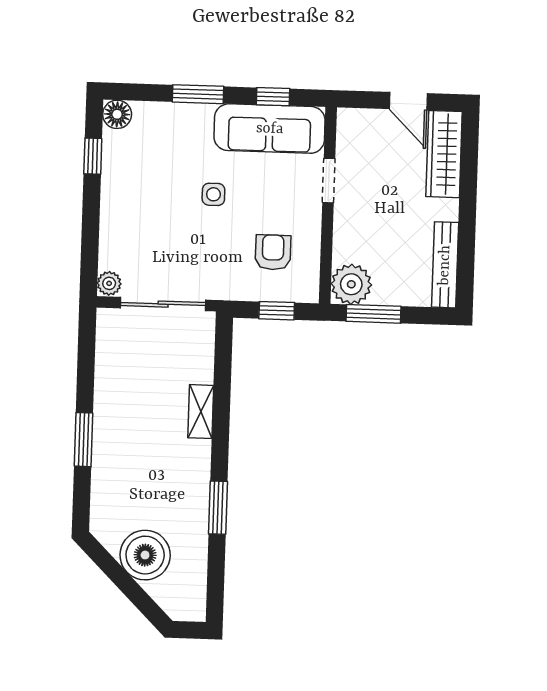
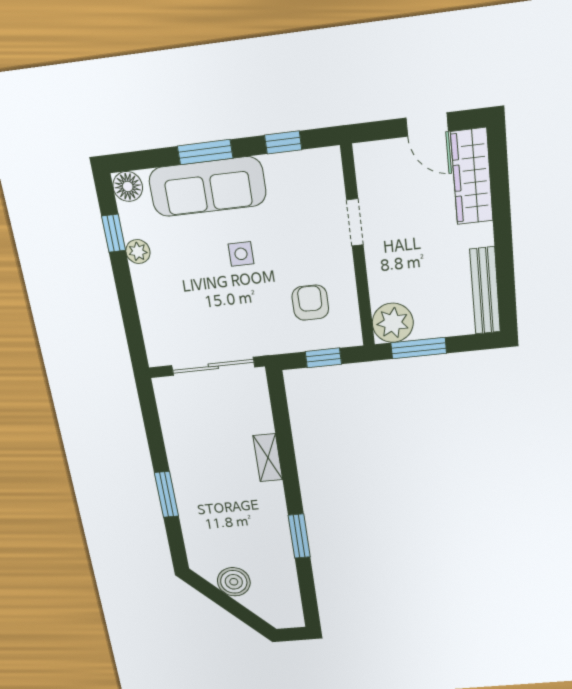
sofa: (270, 129) -> (207, 187), moved
plant: (109, 283) -> (138, 252), moved
boiler: (145, 555) -> (234, 582), width x0.73, depth x0.73

